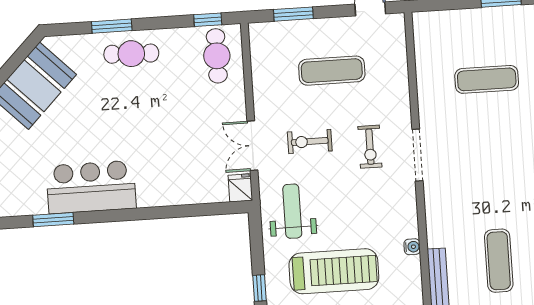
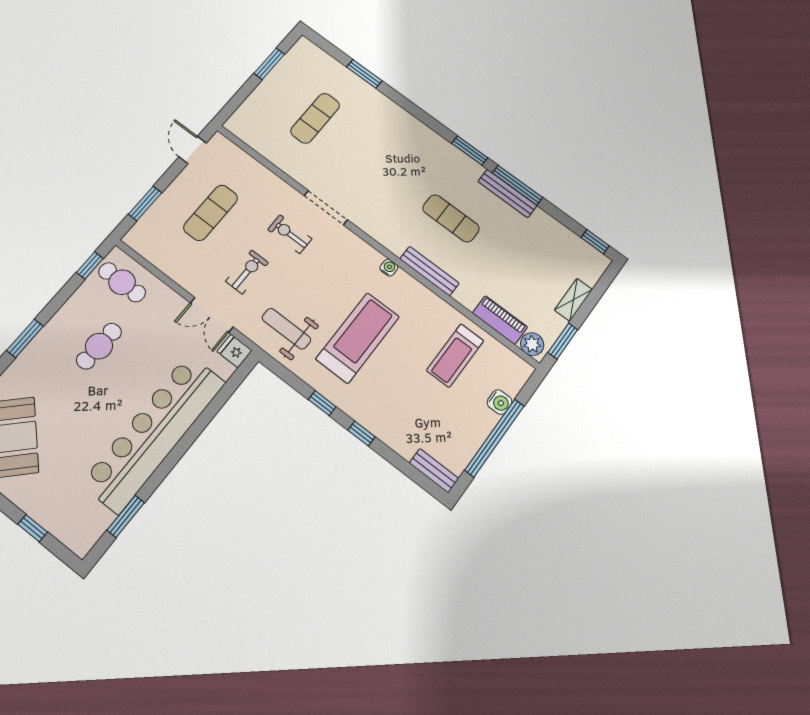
cafe table: (131, 54) -> (99, 346), moved
exercise bike: (310, 142) -> (247, 272), turned 180
exercise bike: (370, 147) -> (290, 234), turned 180
bar counter: (91, 187) -> (154, 432), width x1.86

